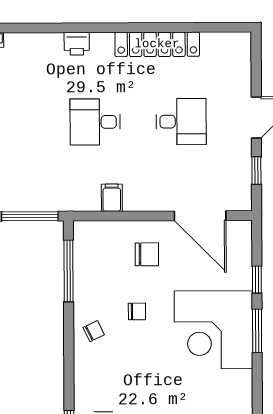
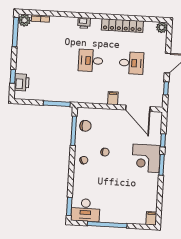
plant: (240, 43) -> (162, 27), added
filing cabinet: (112, 198) -> (113, 98), moved
chair: (147, 254) -> (85, 126), moved
corner desk: (213, 330) -> (146, 158), width x0.74, depth x0.74

